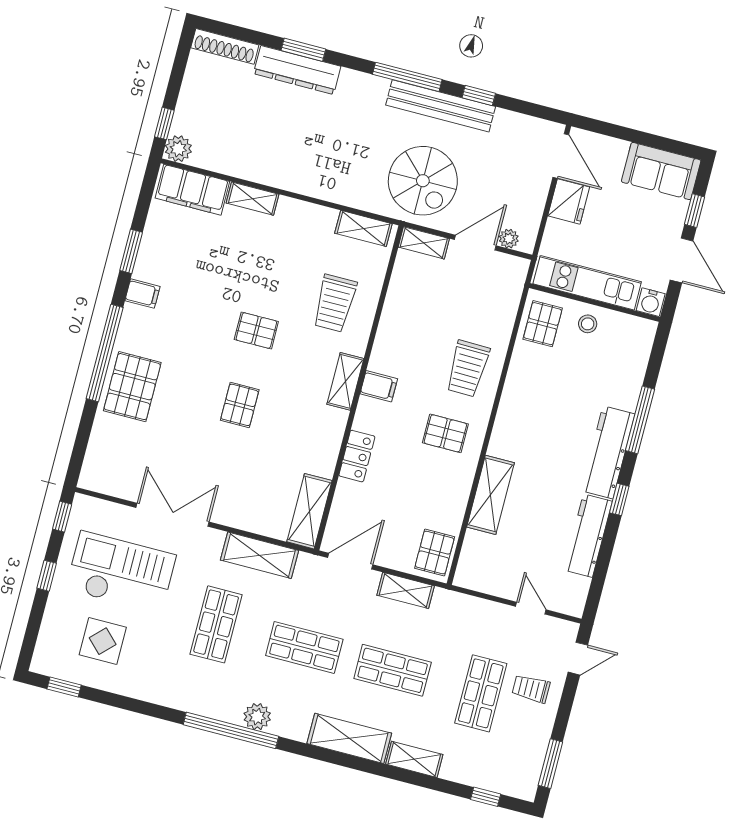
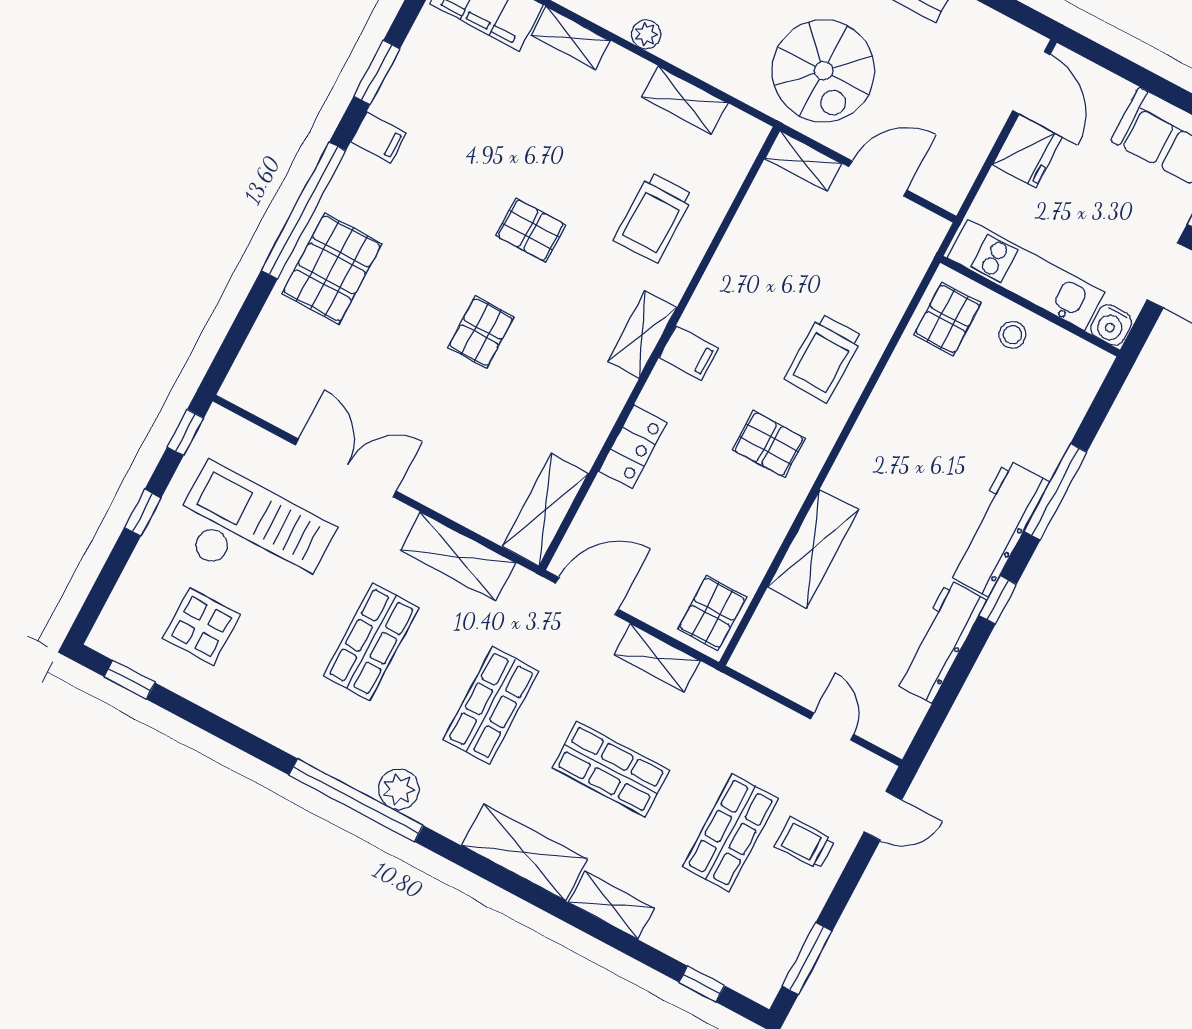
shelving: (363, 228) -> (685, 100), moved
plant: (509, 239) -> (646, 34), moved
shop shelf: (304, 647) -> (491, 705), turned 90

